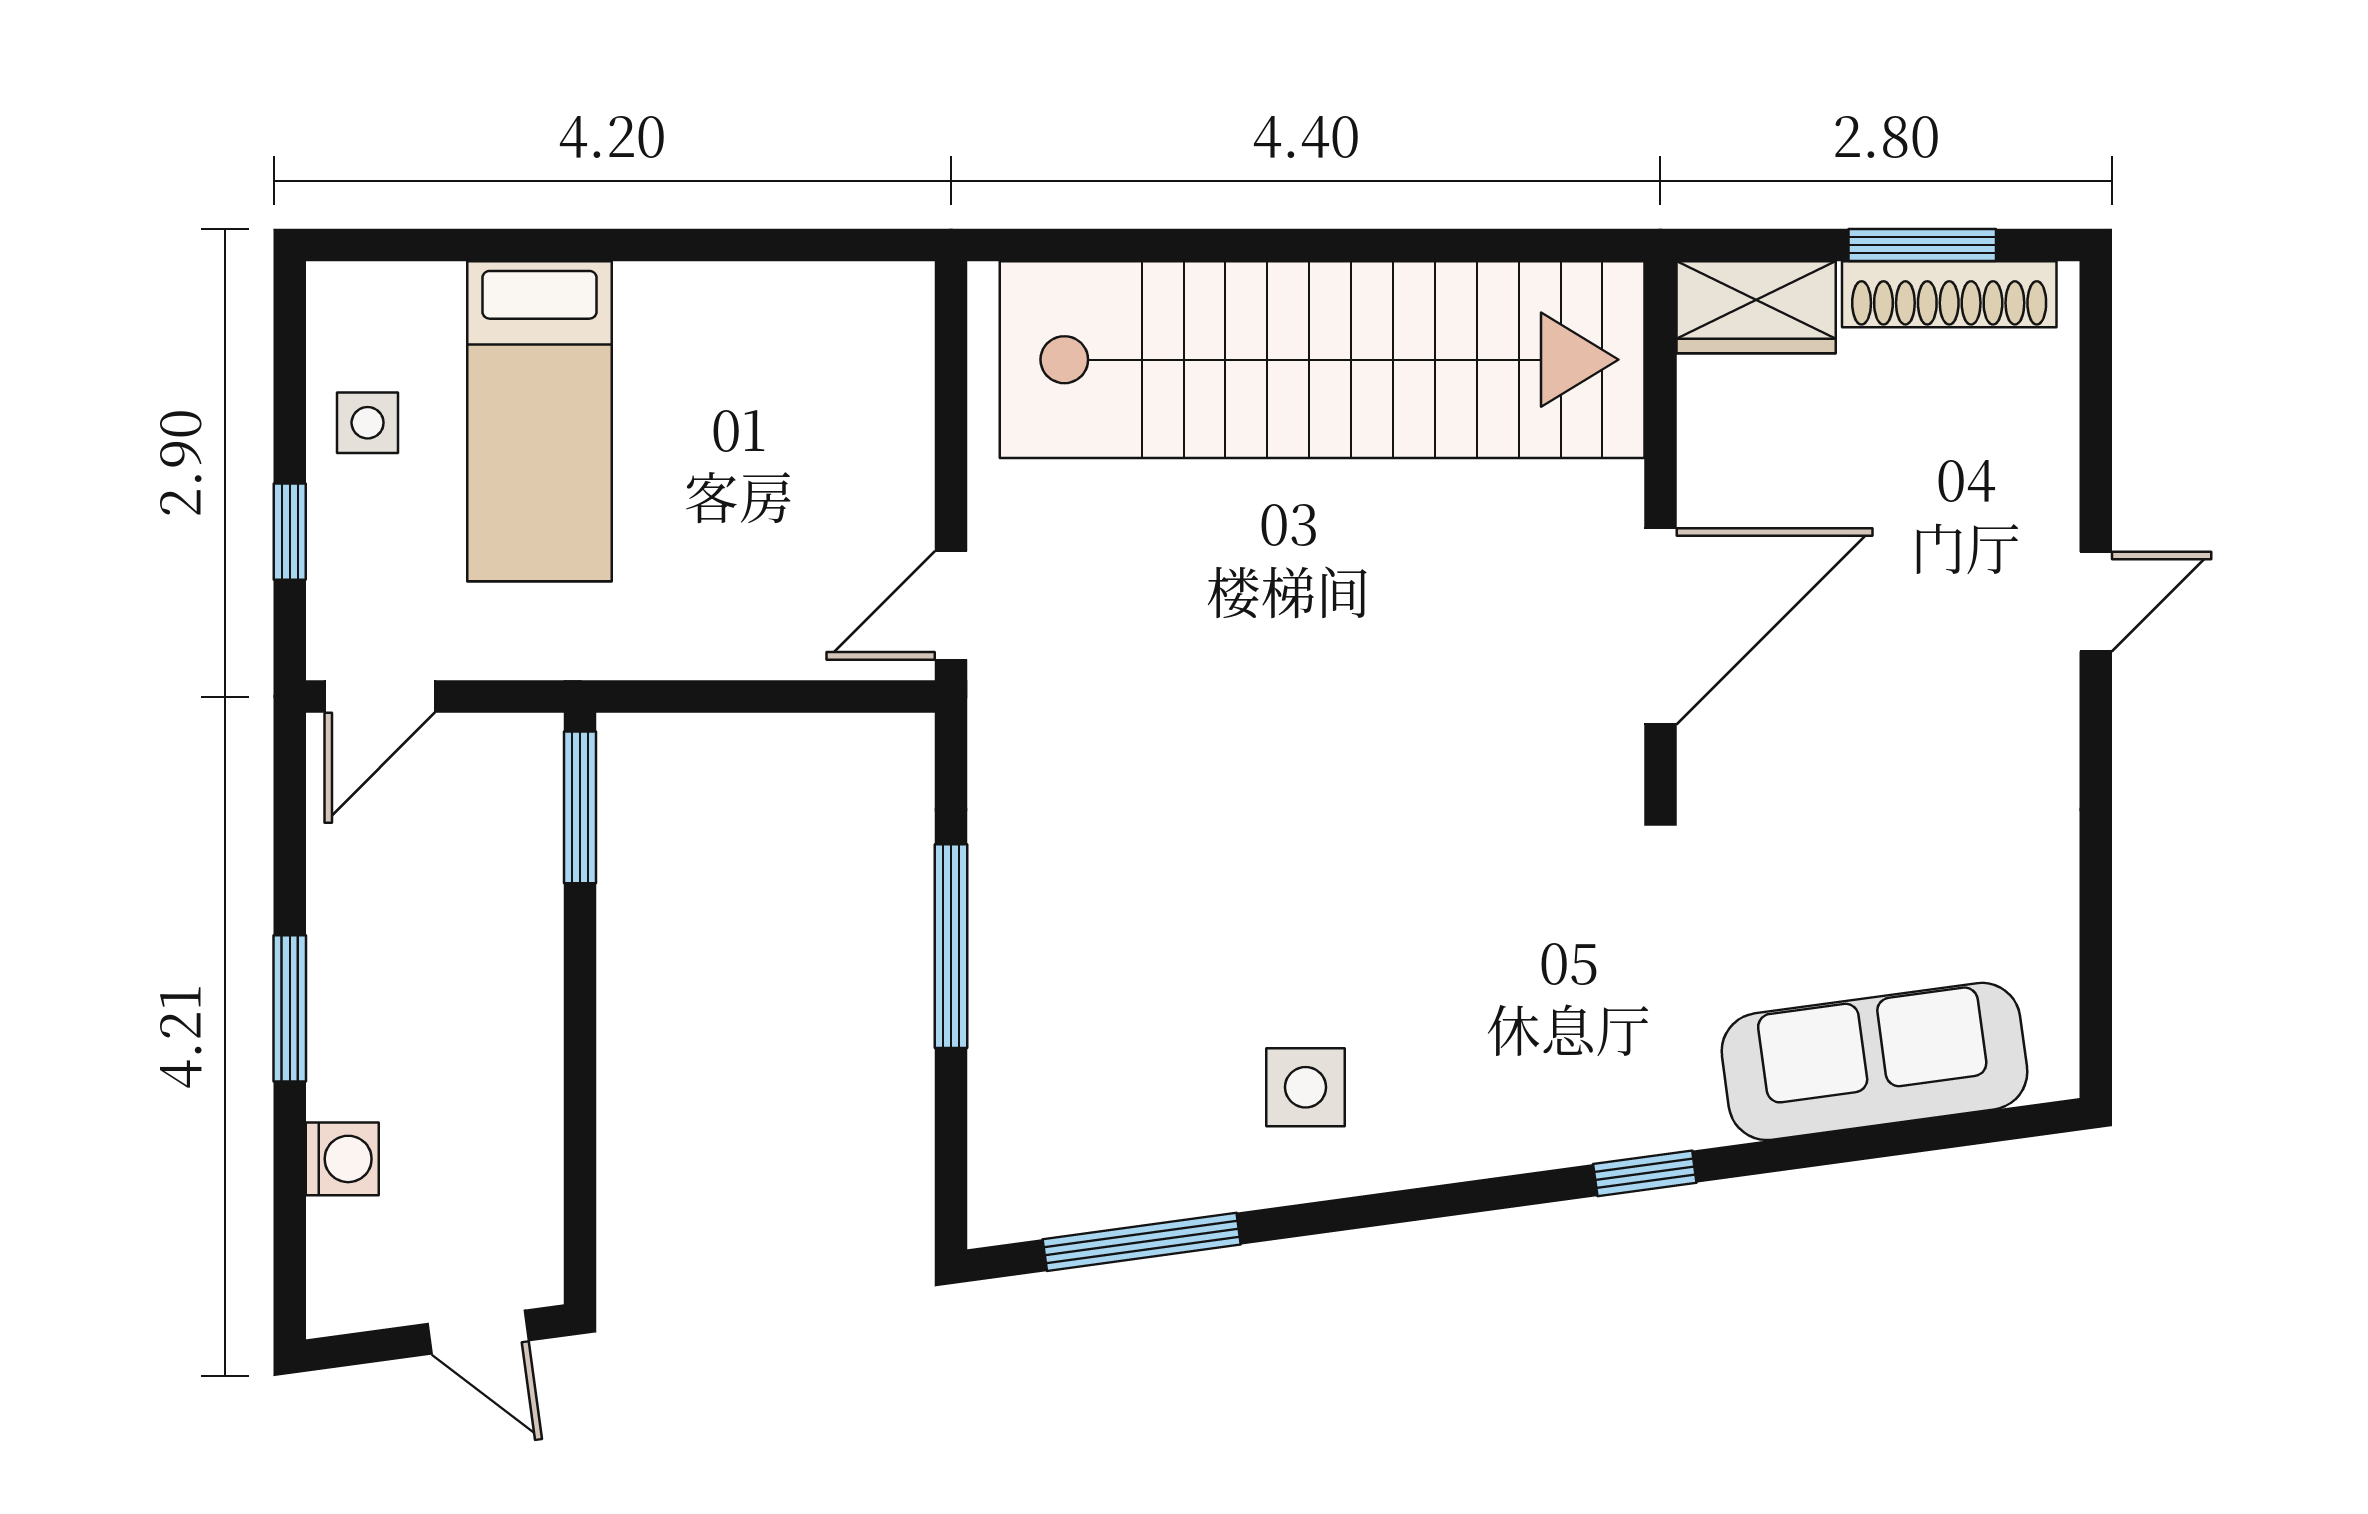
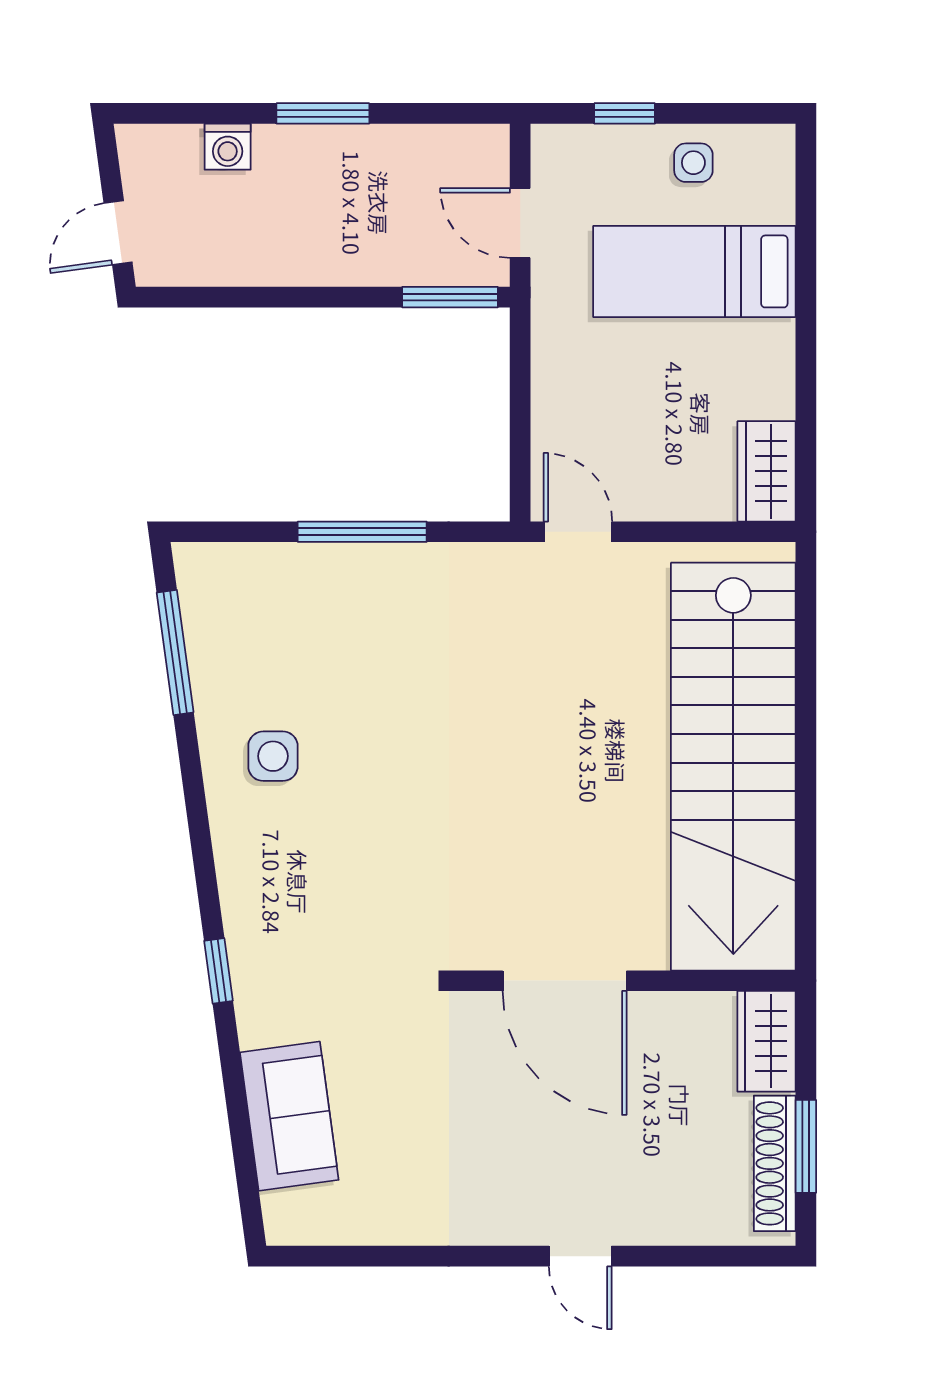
wardrobe: (855, 307) -> (767, 471), added
door: (380, 697) -> (520, 223), moved
sofa: (1874, 1061) -> (289, 1116), width x0.73

